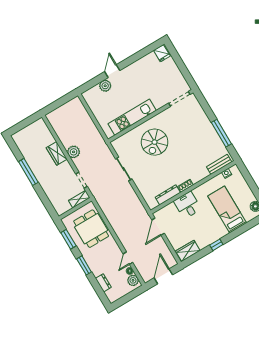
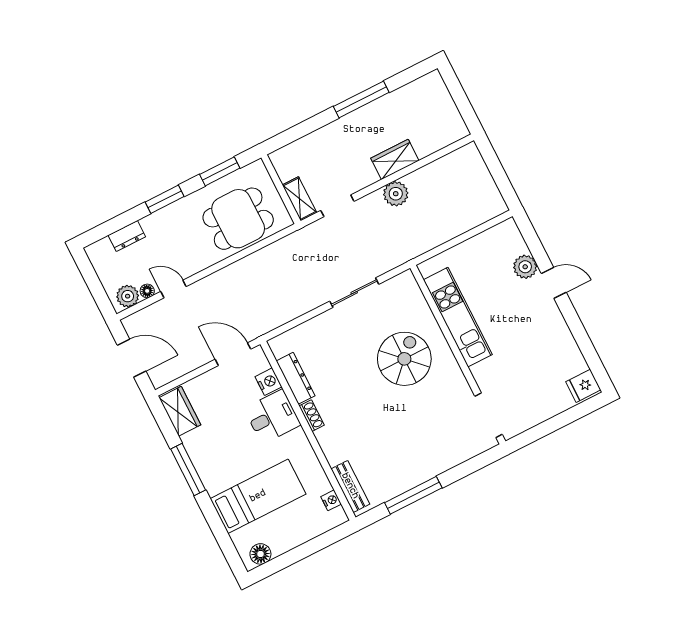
spiral stairs: (155, 142) -> (404, 359), turned 90
nightstand: (170, 208) -> (269, 382), added
window: (216, 245) -> (188, 470), width x2.17

